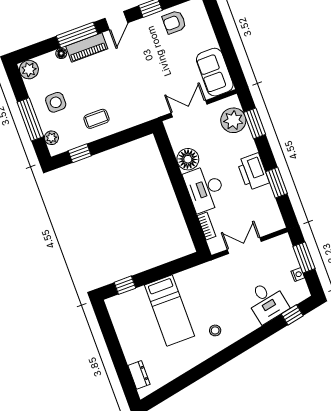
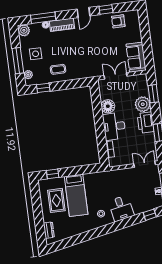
window: (77, 35) -> (43, 18), moved
plant: (233, 120) -> (143, 104), moved
double door: (244, 246) -> (145, 164), moved
desk: (267, 302) -> (121, 208), moved
rug: (140, 326) -> (56, 200), added

